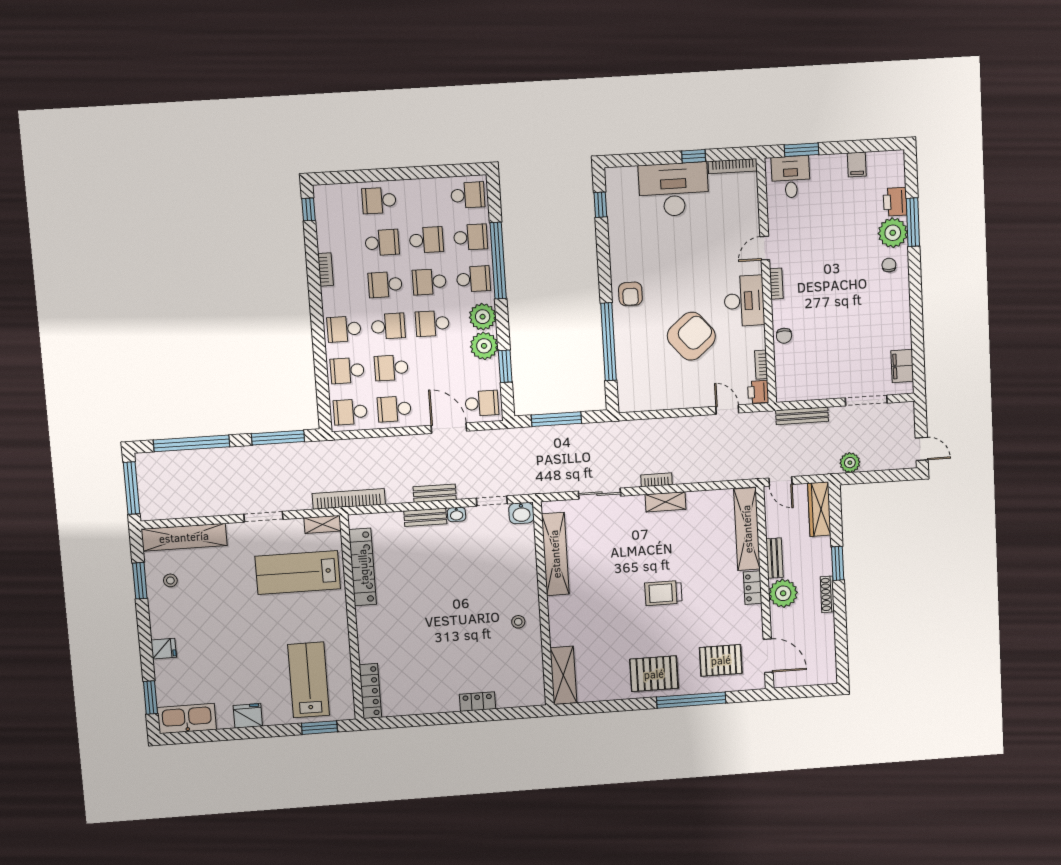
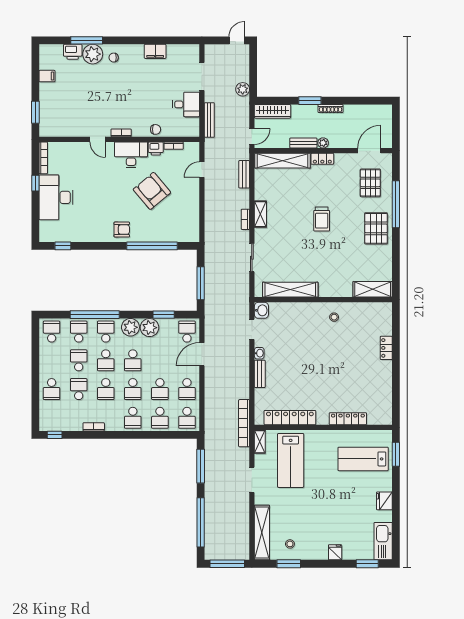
desk: (791, 177) -> (186, 104), moved, turned 180
school desk: (388, 326) -> (133, 389), turned 180
filing cabinet: (902, 366) -> (155, 51), moved
printer: (758, 392) -> (156, 149), moved
bench: (435, 493) -> (244, 174), moved
plant: (783, 593) -> (323, 143), width x0.53, depth x0.53
locker: (370, 691) -> (348, 419), moved

